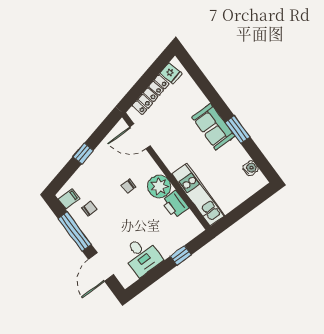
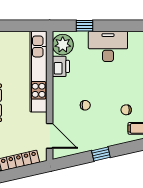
plant: (159, 187) -> (63, 45), moved
kitchen unit: (198, 195) -> (39, 72), width x1.36
desk: (142, 256) -> (108, 46), width x1.37

